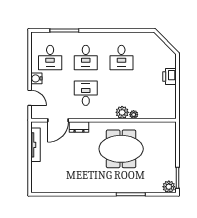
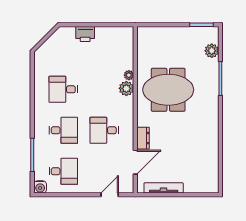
desk: (121, 58) -> (63, 89), turned 180
water cooler: (36, 78) -> (40, 187), moved
door: (58, 120) -> (135, 162), hinge flipped
meeting table: (121, 149) -> (168, 90), turned 90
plant: (169, 187) -> (212, 51), moved

